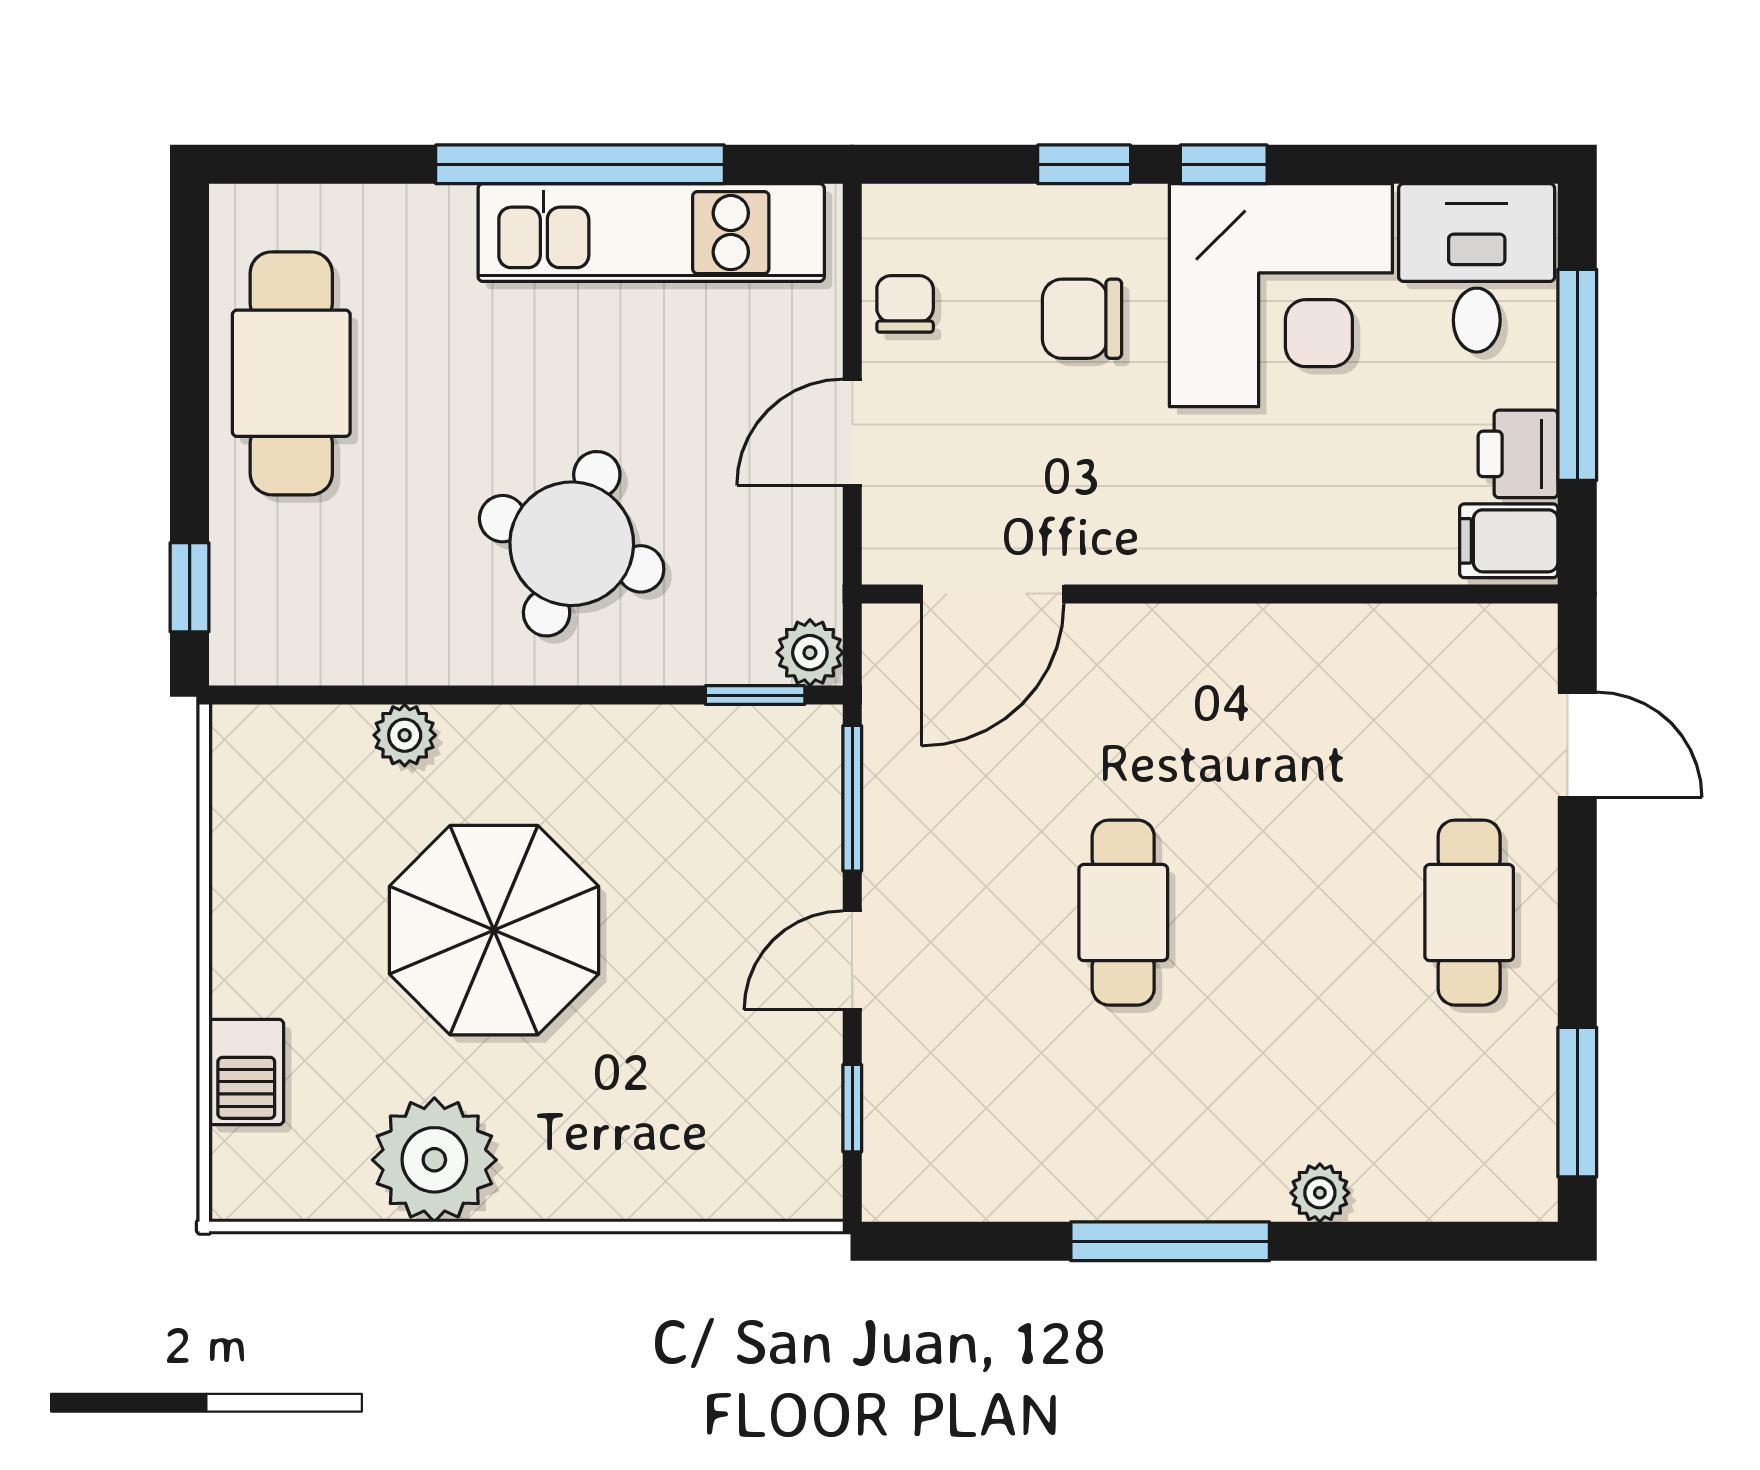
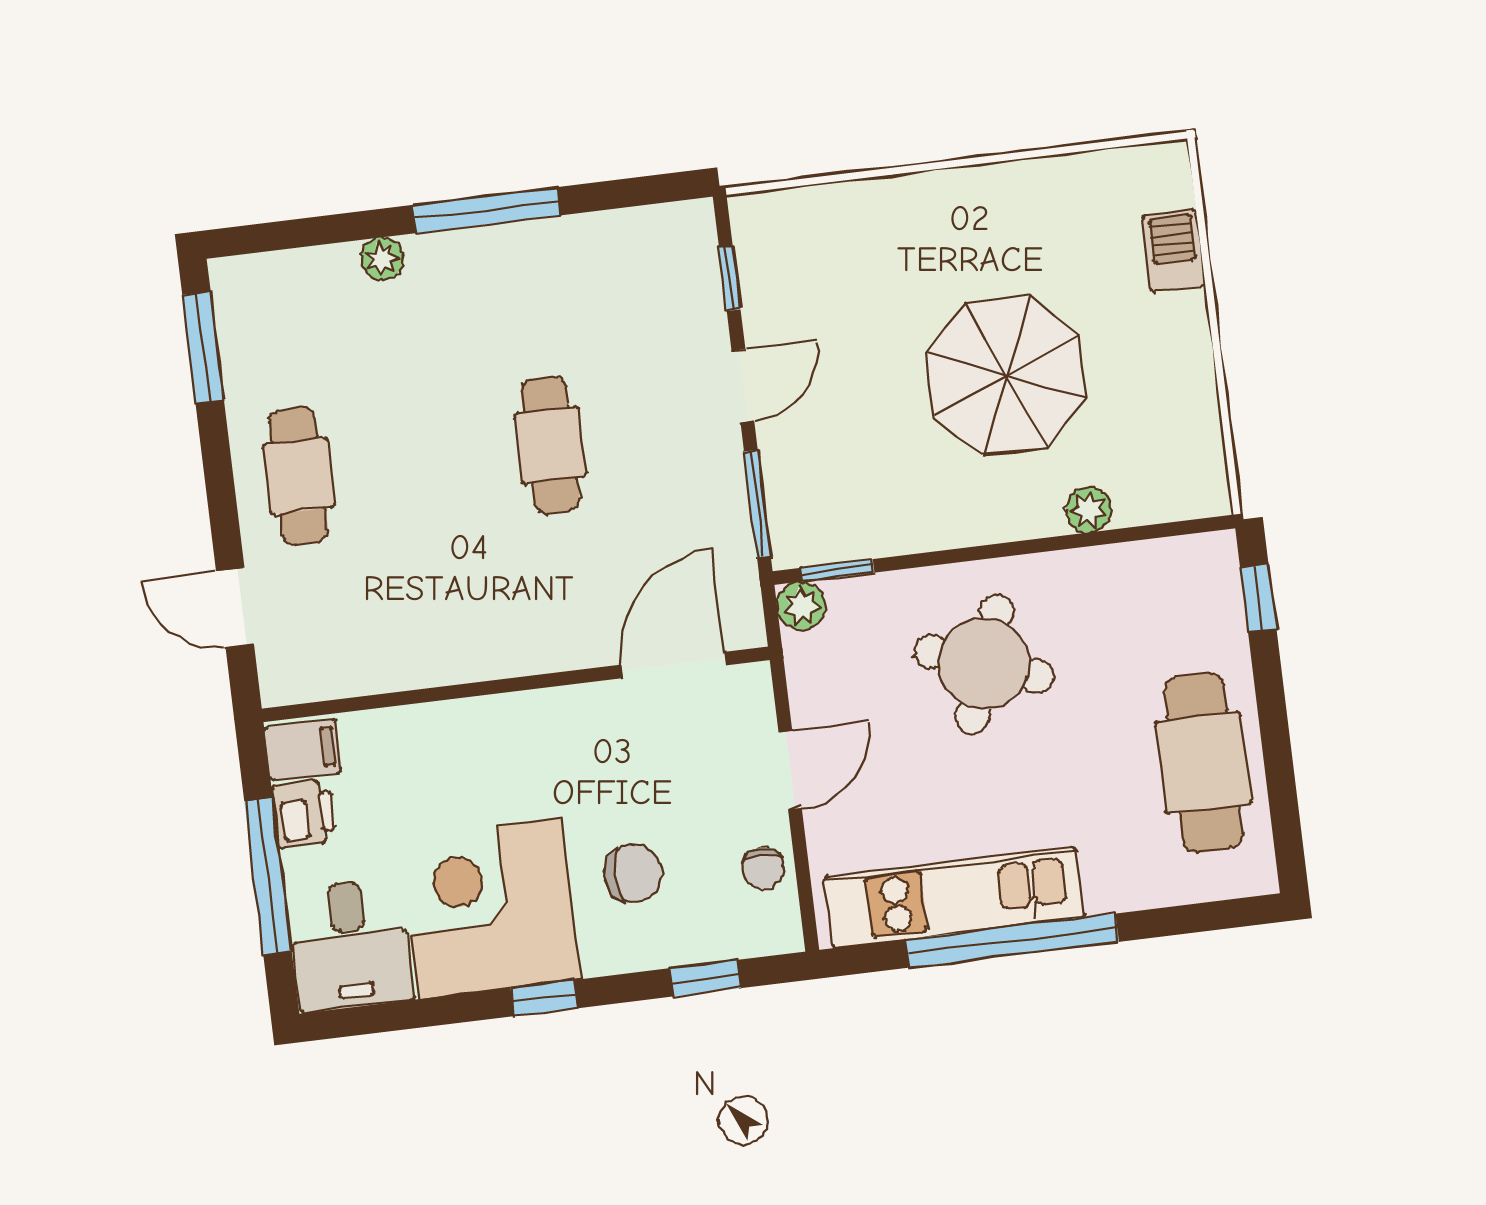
window: (1084, 164) -> (705, 978), moved
plant: (434, 1160) -> (1029, 204), removed

